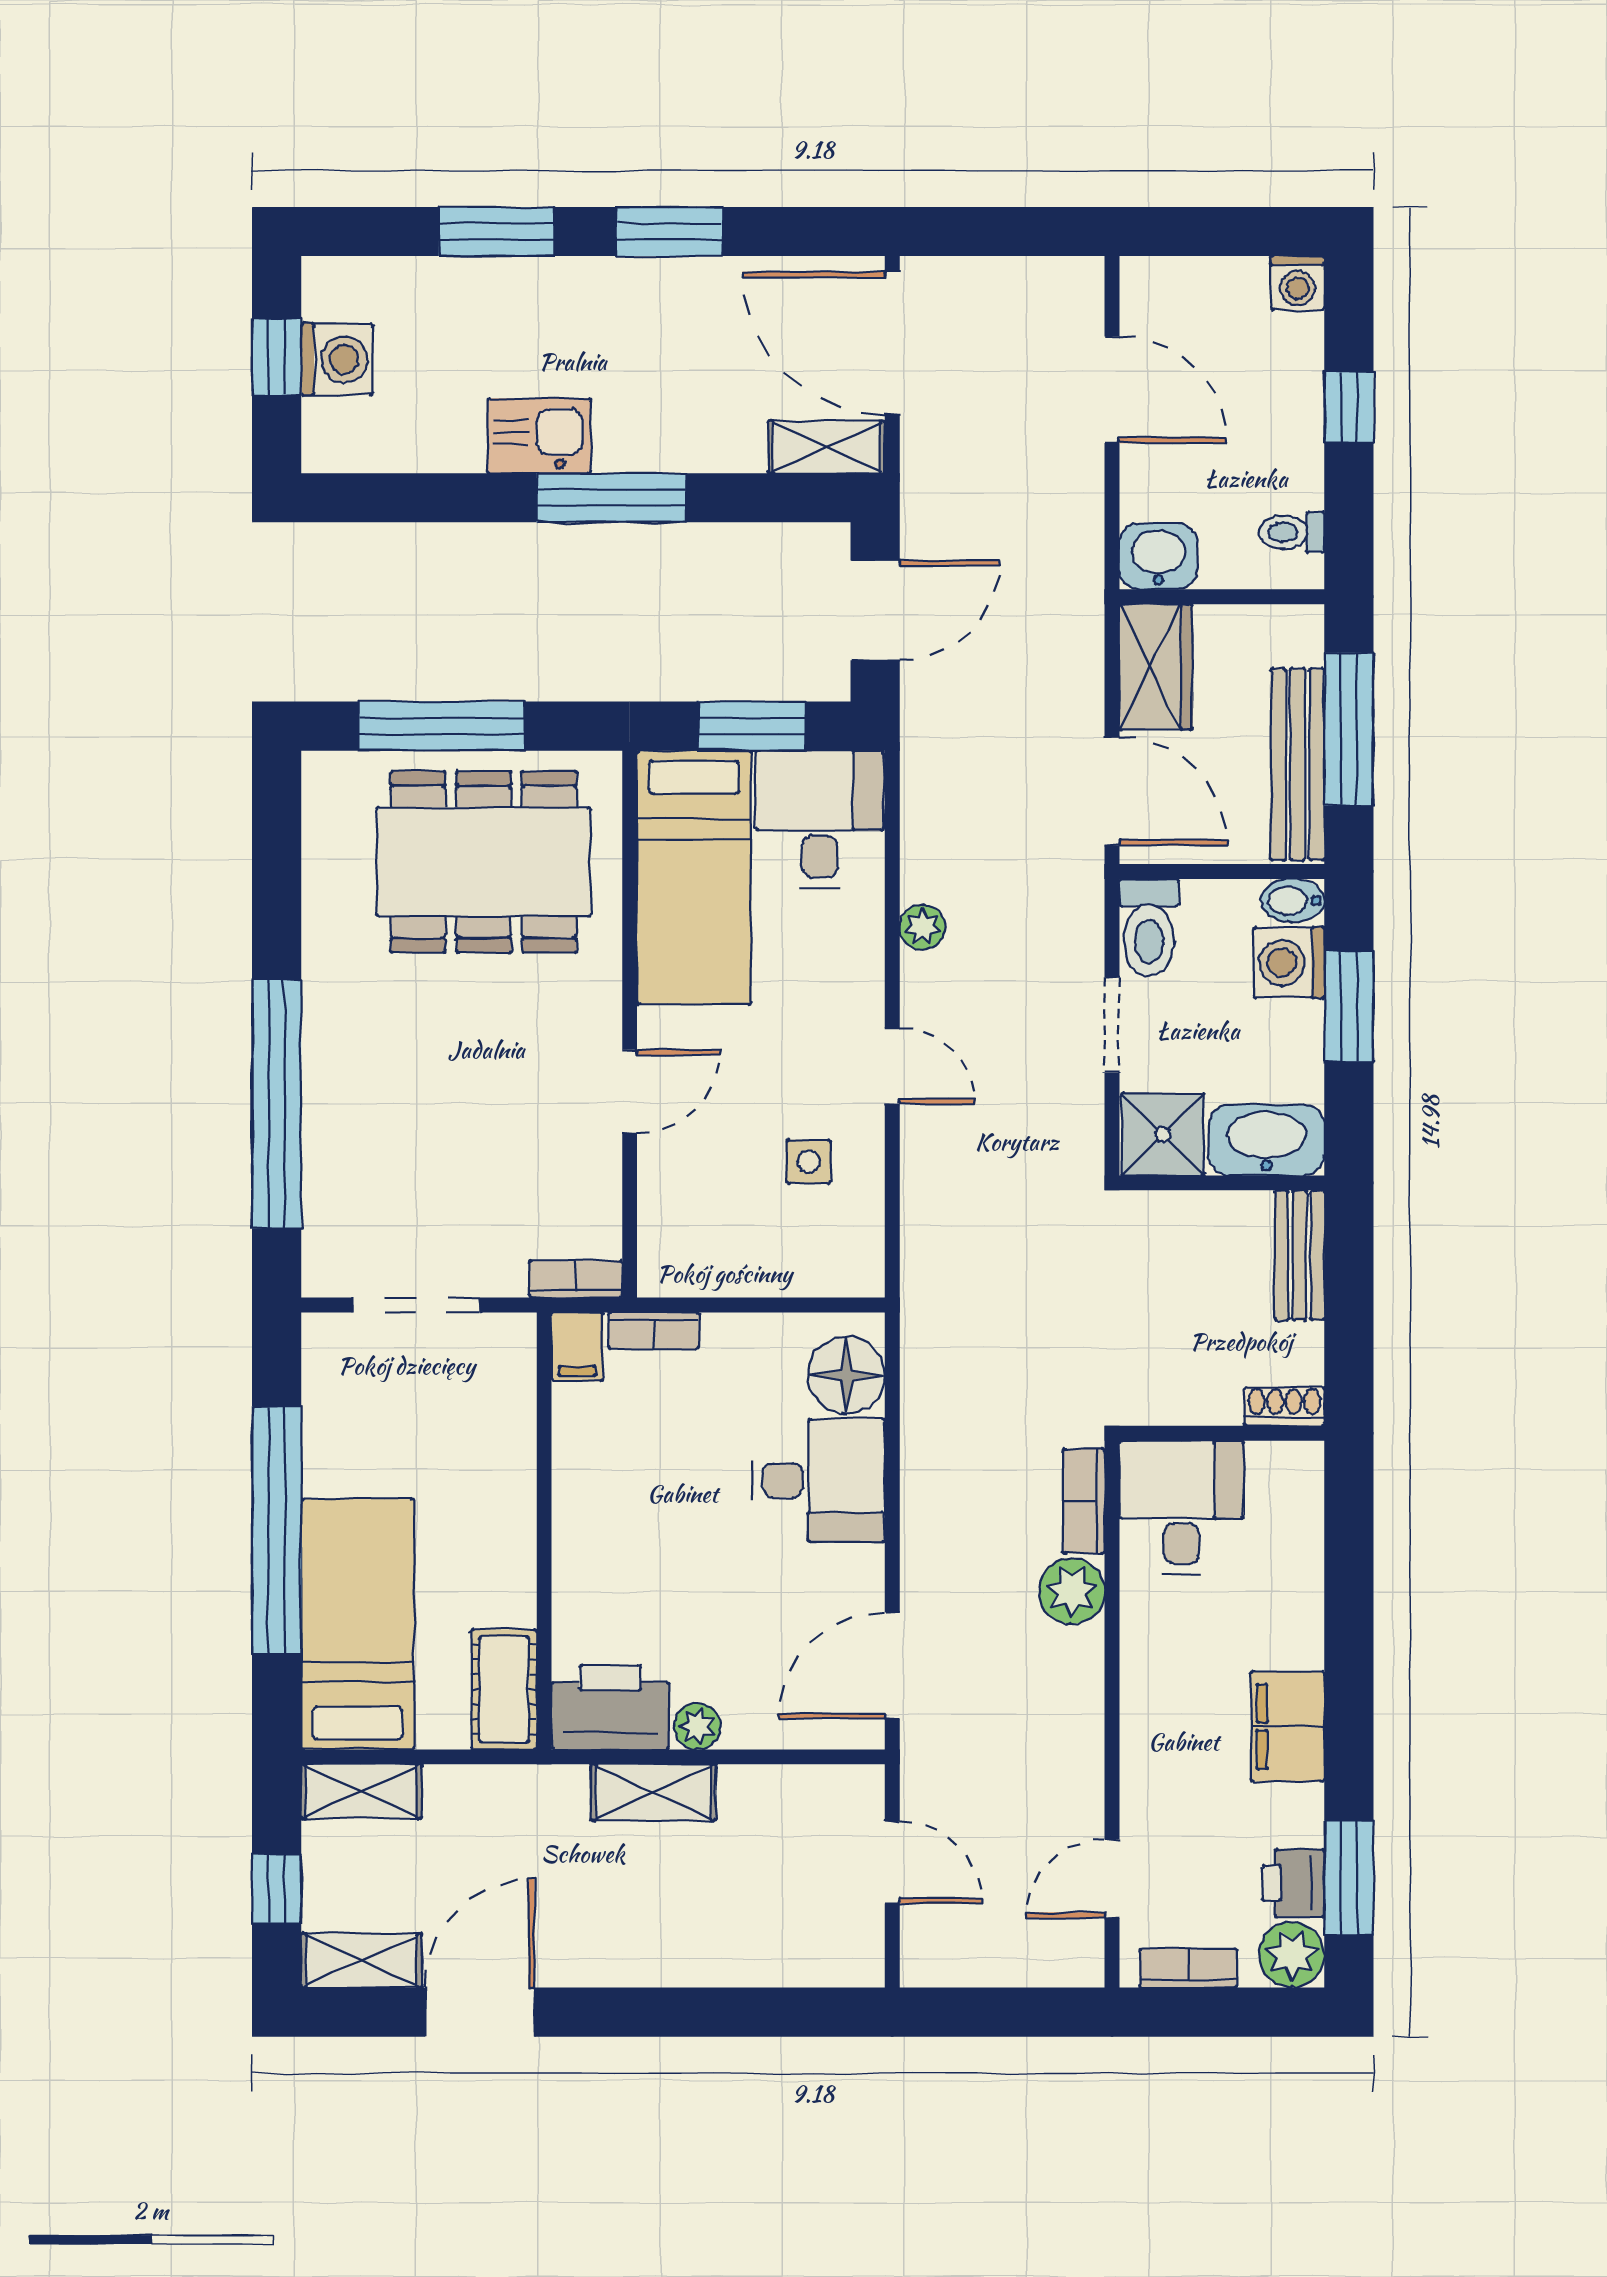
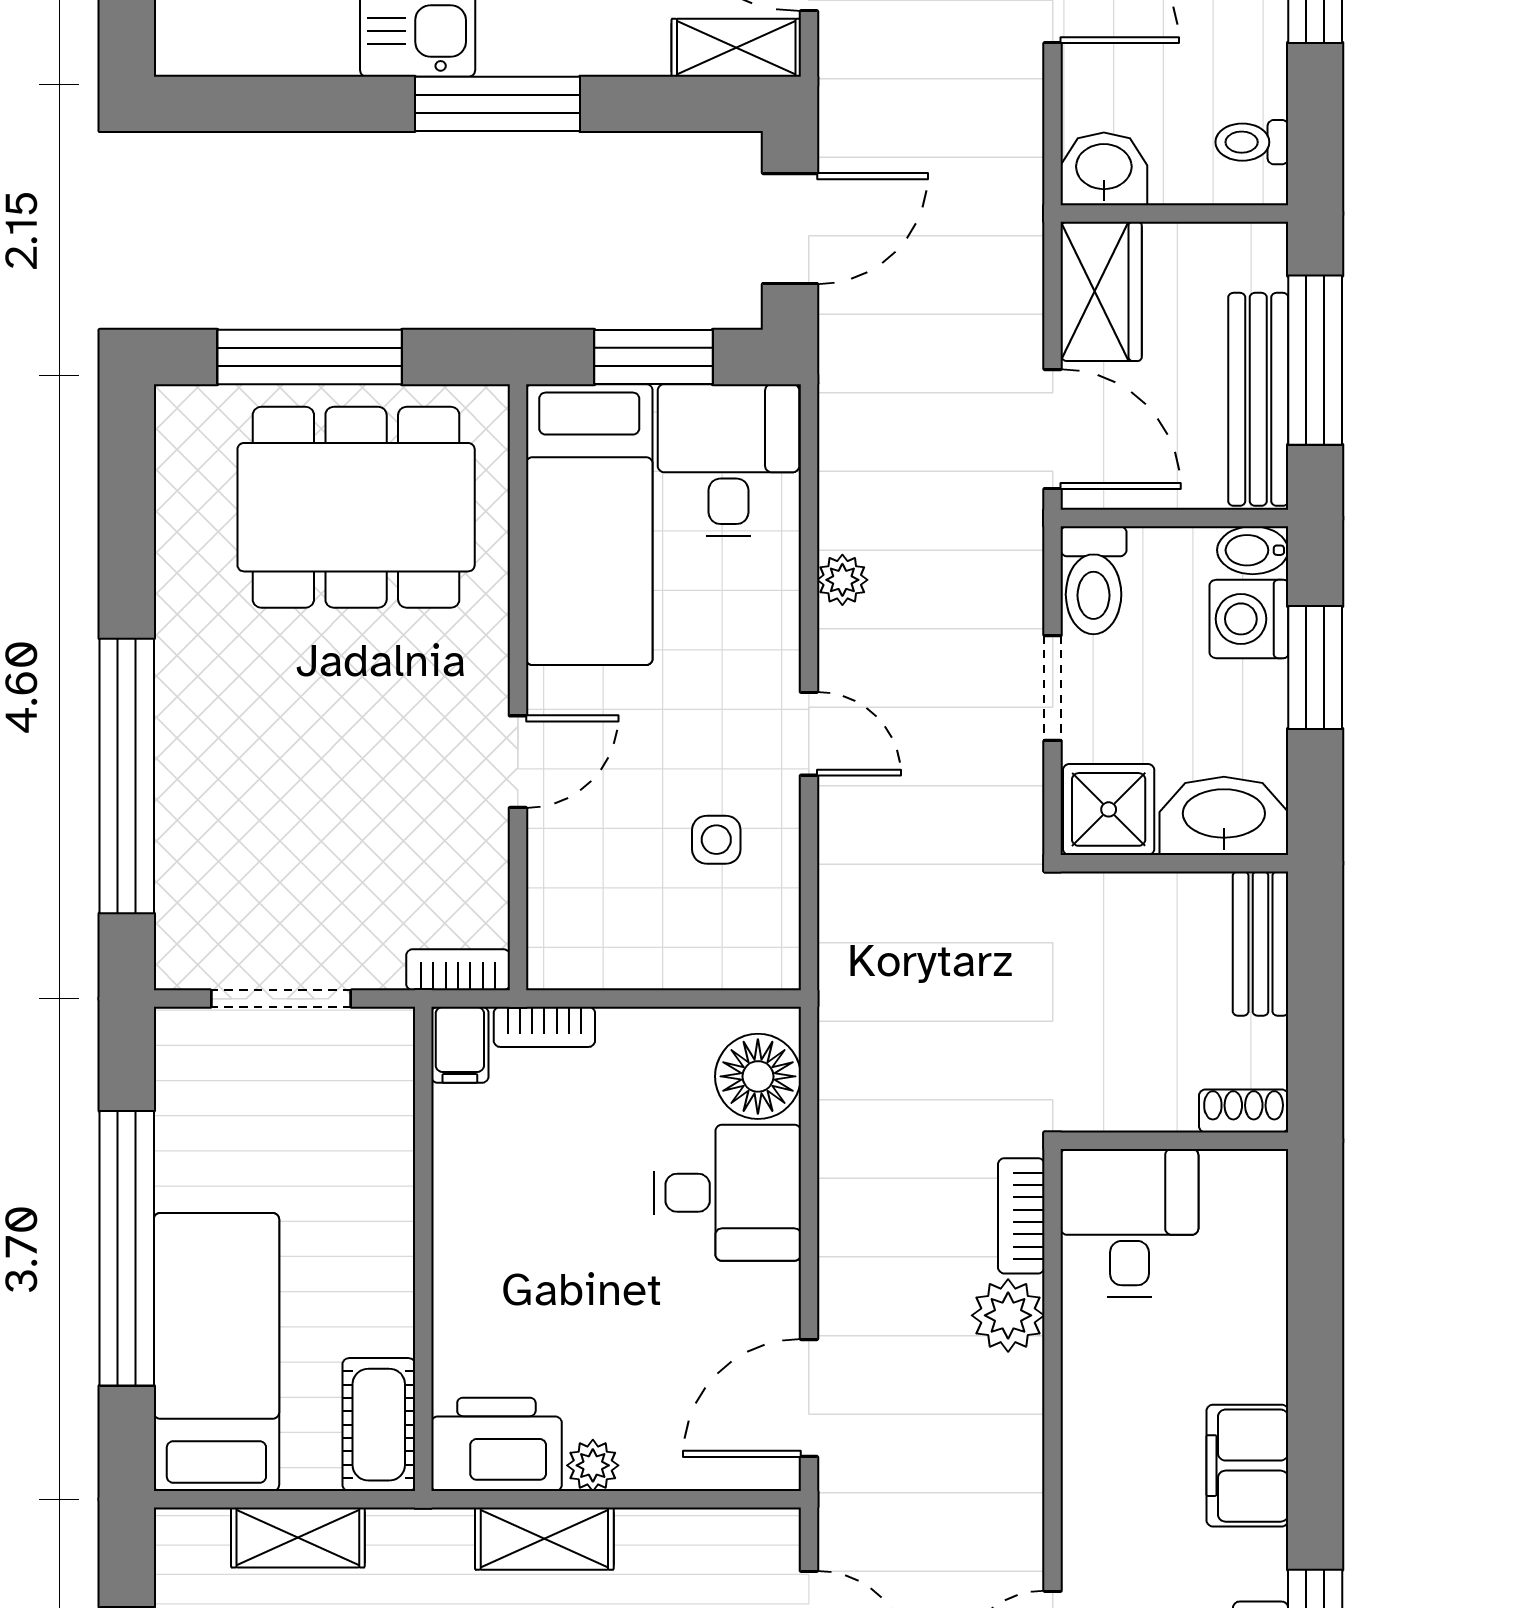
shelving: (361, 1791) -> (298, 1538), moved

